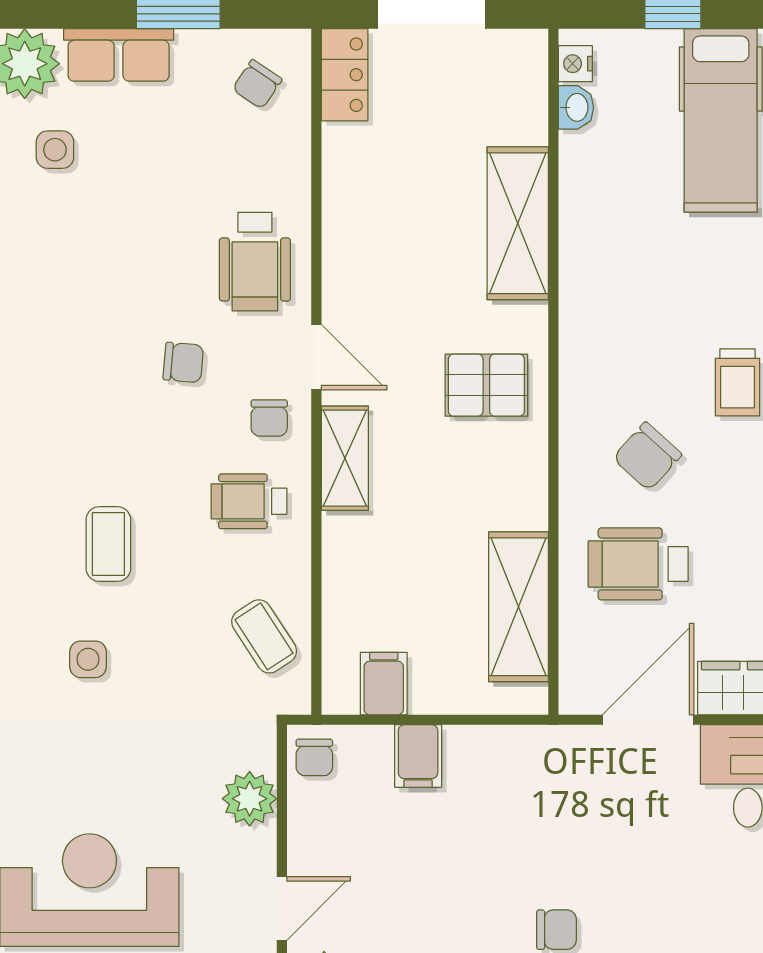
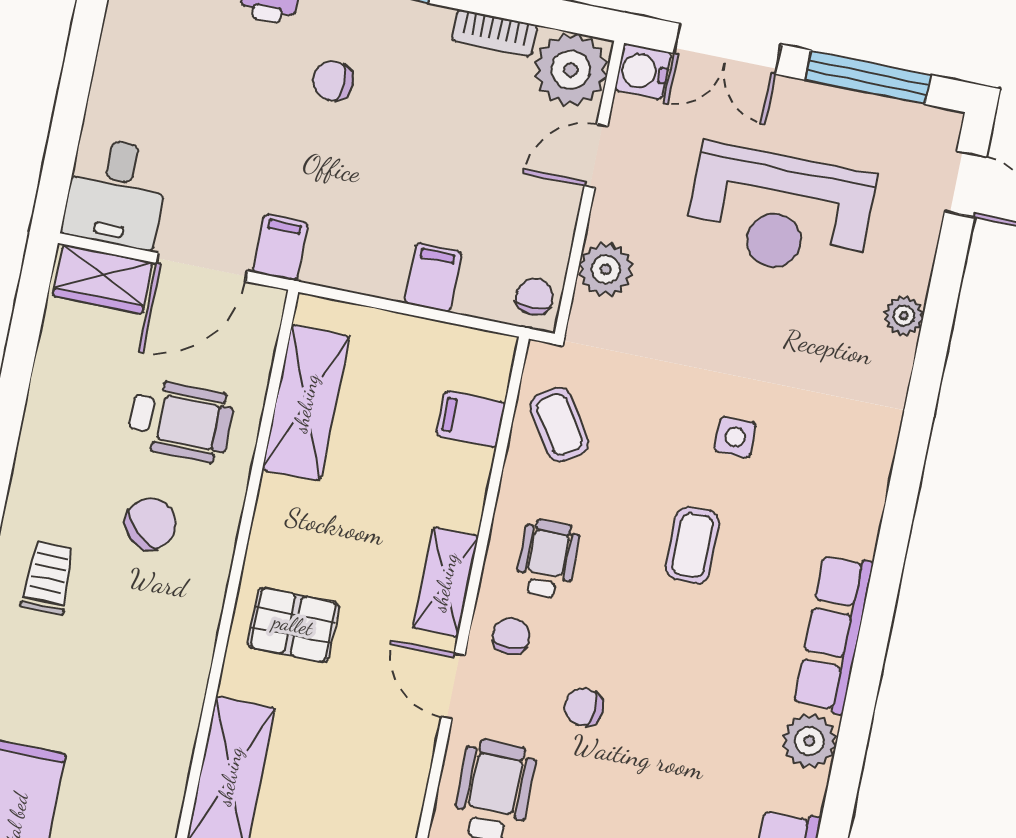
wheelchair: (249, 501) -> (547, 559), turned -90
filing cabinet: (384, 684) -> (471, 419), moved, turned 90
filing cabinet: (575, 755) -> (280, 248), added

